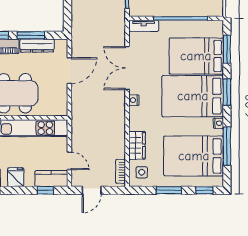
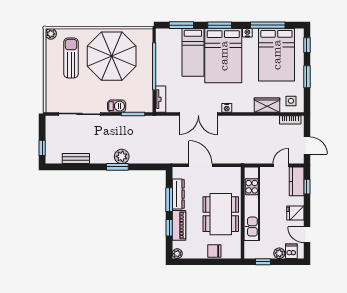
bed: (196, 56) -> (193, 52), width x0.67

